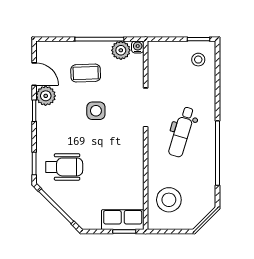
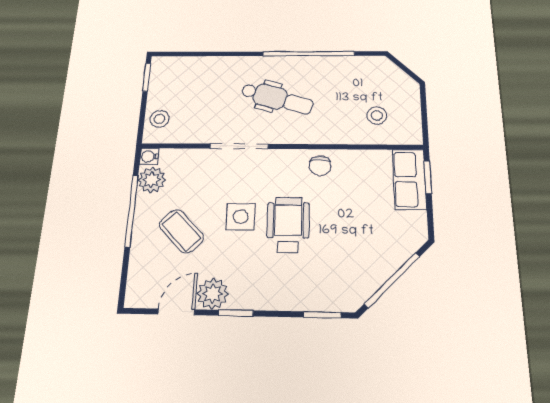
stool: (198, 60) -> (160, 119), moved
coffee table: (86, 73) -> (181, 231), turned -42
chair: (132, 162) -> (320, 166), added
wheelchair: (64, 167) -> (288, 225), moved
stool: (169, 200) -> (377, 115), width x0.53, depth x0.53

